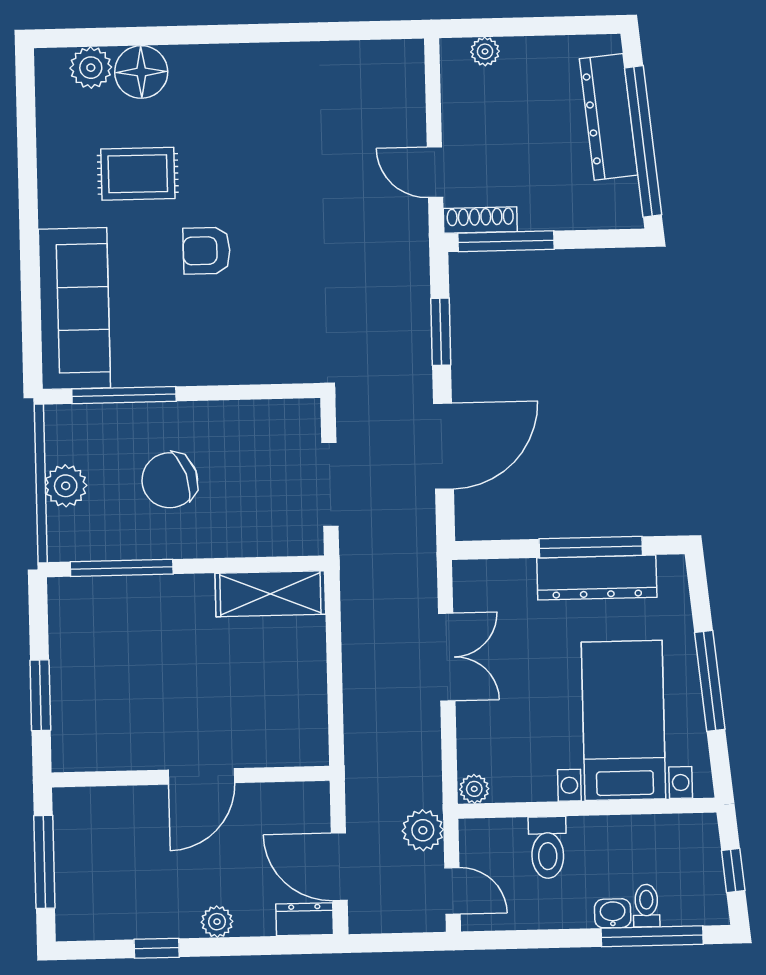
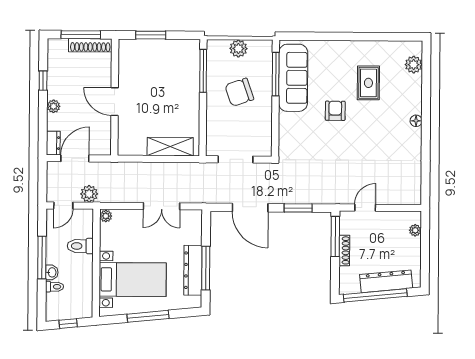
floor lamp: (141, 72) -> (416, 121), moved, width x0.53, depth x0.53
shoe rack: (480, 220) -> (344, 250), moved
sofa: (74, 309) -> (293, 78), moved, turned -90
chair: (170, 480) -> (239, 92), turned -90
shelving: (270, 594) -> (170, 147), moved, turned 90
shoe rack: (69, 839) -> (90, 45), added
window: (652, 936) -> (42, 258), moved

